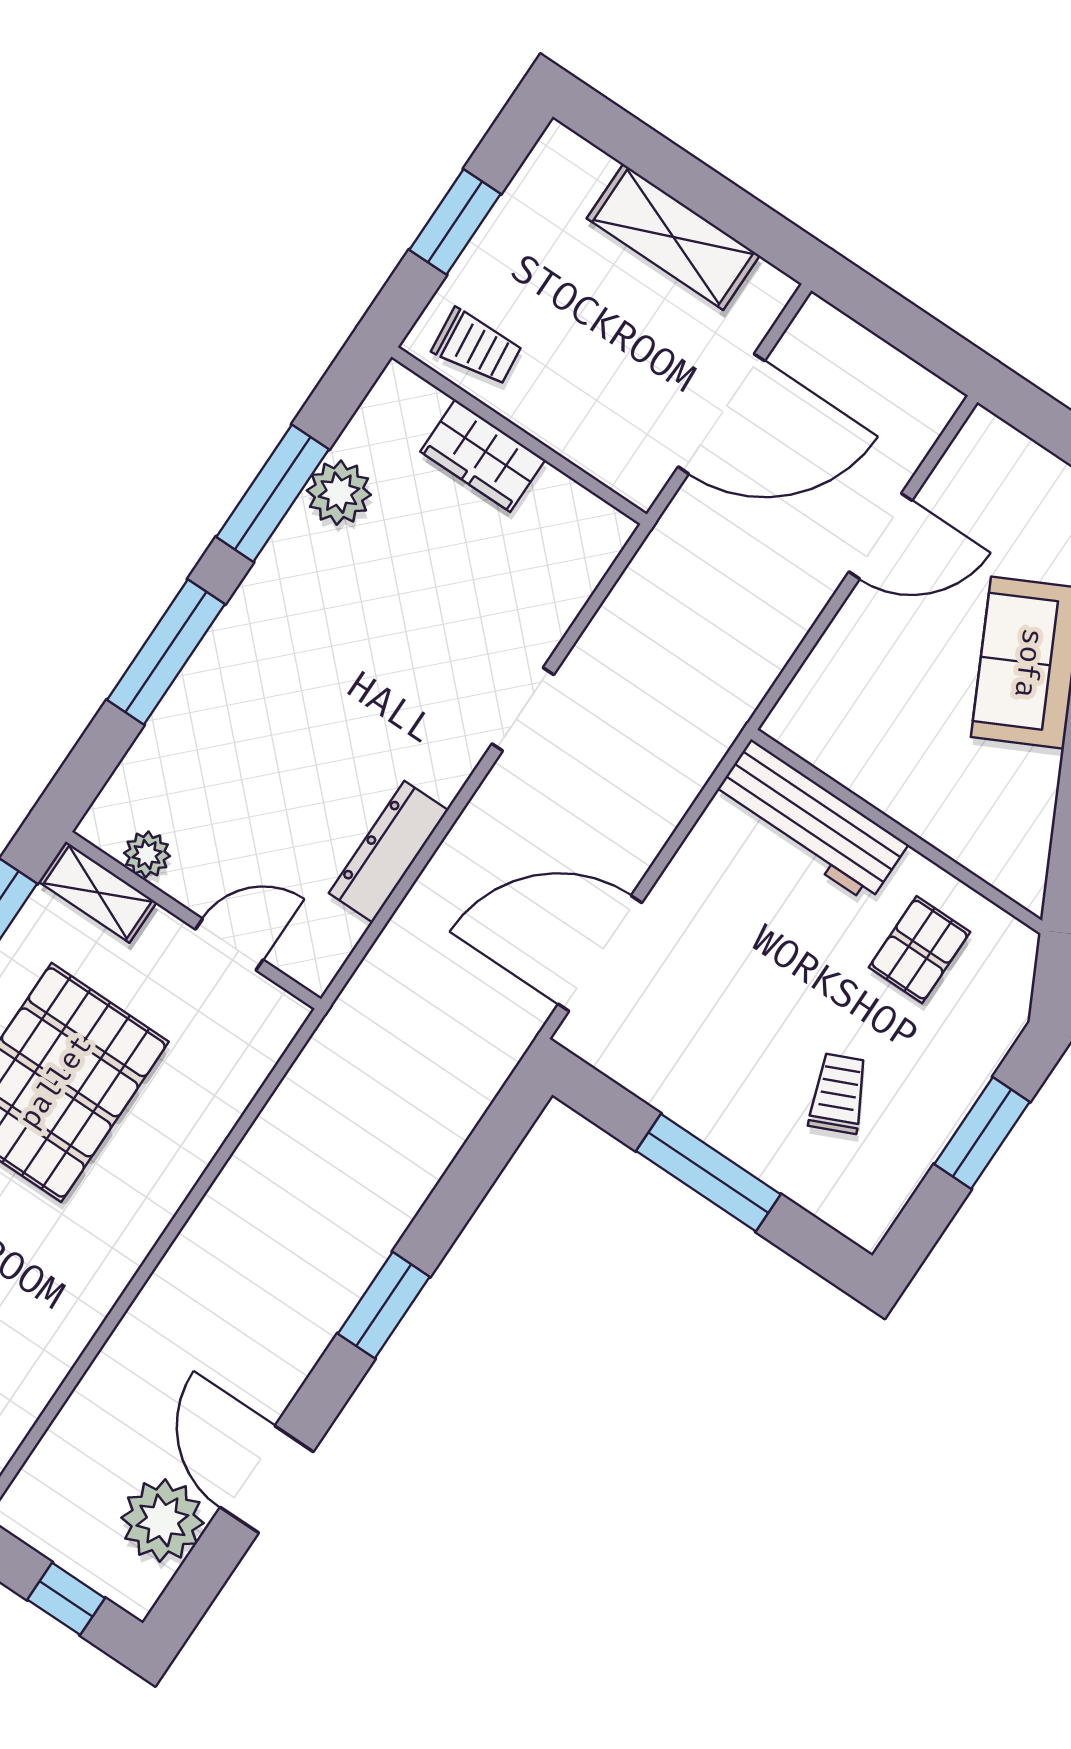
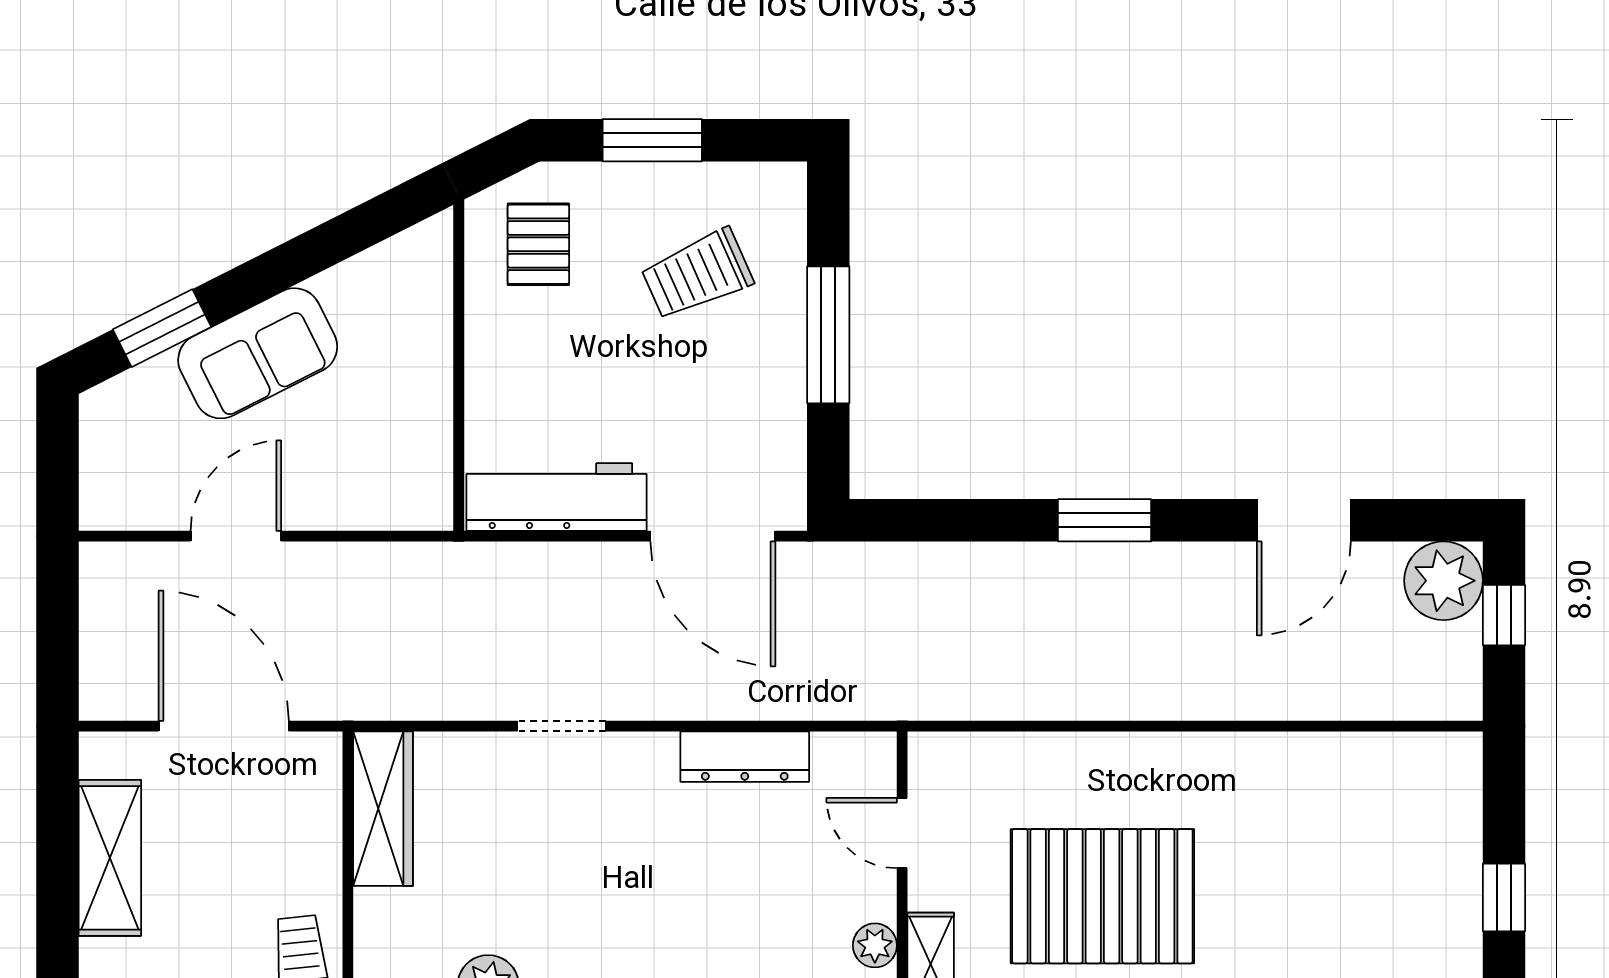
wardrobe: (483, 456) -> (383, 809), moved, width x1.50
door: (880, 536) -> (236, 536), hinge flipped
workbench: (810, 821) -> (557, 497), moved, turned -90
pallet: (919, 950) -> (538, 244), moved, turned 90
trolley: (838, 1093) -> (697, 274), width x1.36, depth x1.39
plant: (162, 1520) -> (1444, 581), moved

